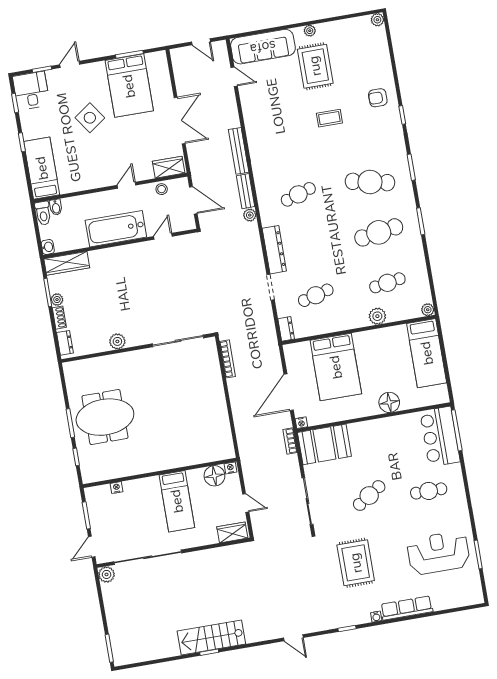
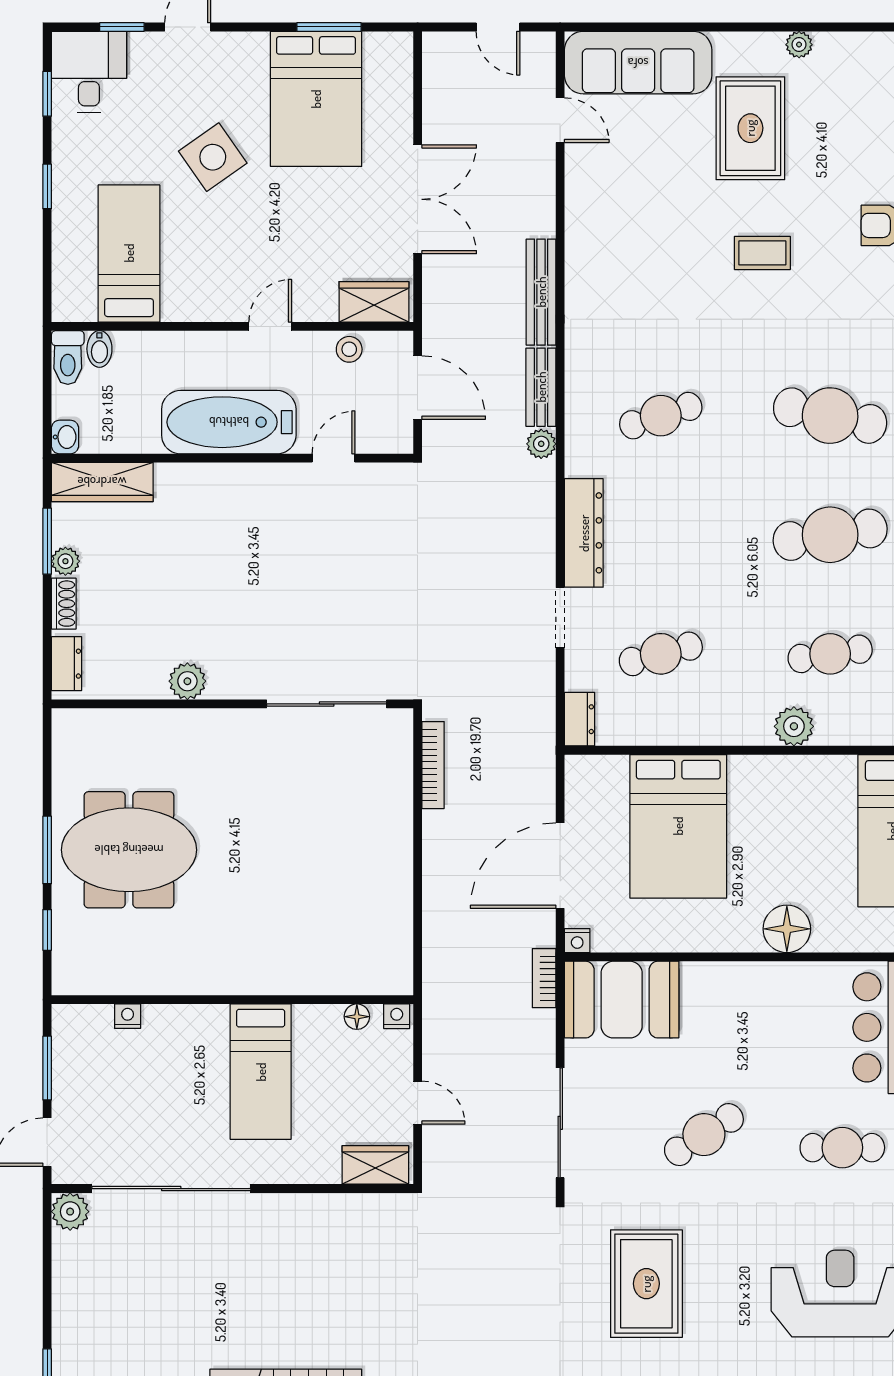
plant: (310, 31) -> (799, 45), moved
bed: (42, 168) -> (129, 253), moved
floor lamp: (214, 476) -> (357, 1017), width x0.53, depth x0.53

